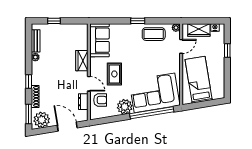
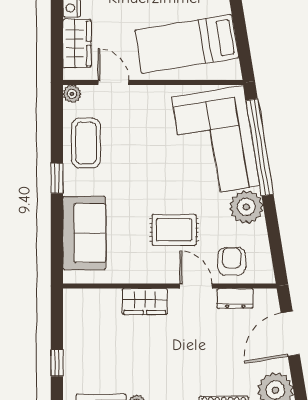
sofa: (100, 40) -> (84, 233), moved, turned 90
door: (89, 84) -> (196, 286), hinge flipped

